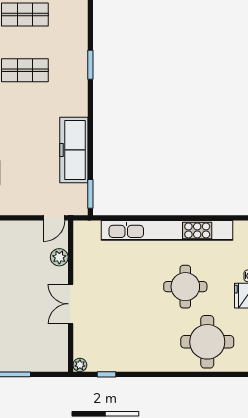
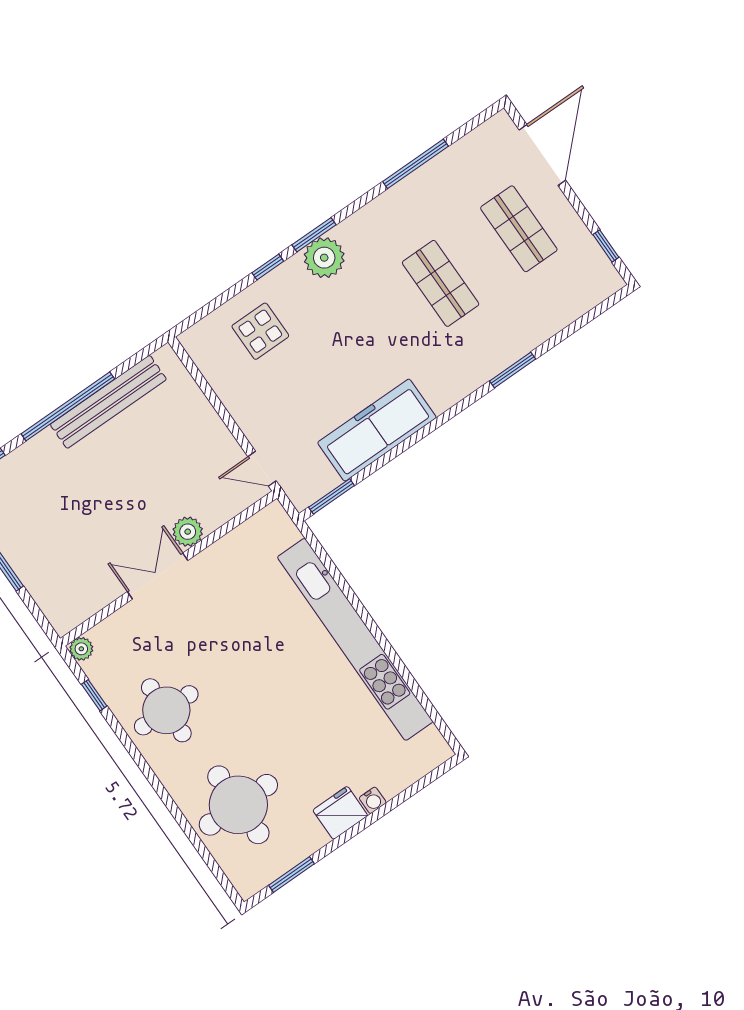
plant: (59, 257) -> (188, 532), moved
round table: (185, 287) -> (166, 710), moved

